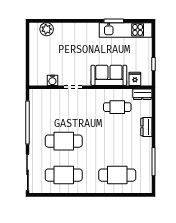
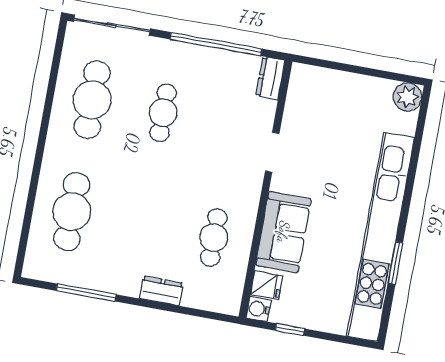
plant: (47, 29) -> (408, 97), moved
kitchen unit: (126, 30) -> (381, 237), width x1.86
water cooler: (52, 80) -> (259, 309), moved
dresser: (142, 94) -> (270, 78), moved
cafe table: (64, 141) -> (163, 113), width x0.73, depth x0.74

